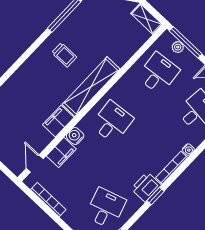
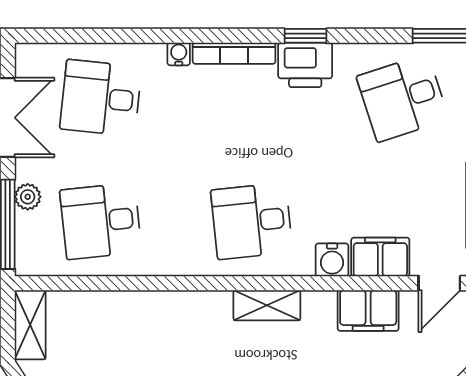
plant: (178, 47) -> (28, 197), moved
shelving: (91, 87) -> (267, 305), width x0.45, depth x0.75
filing cabinet: (58, 121) -> (368, 310), moved

